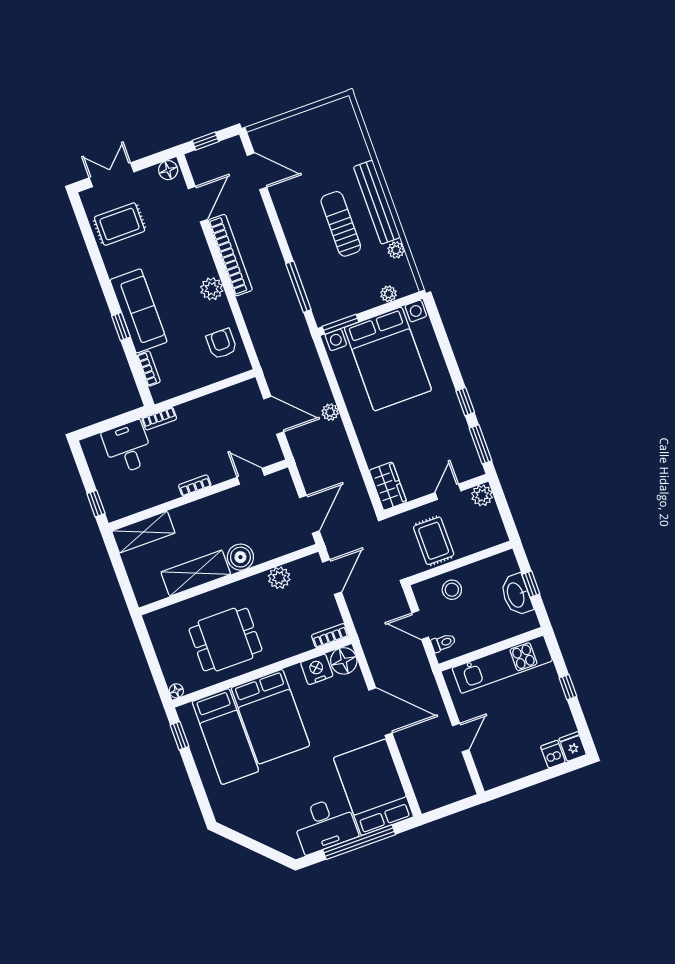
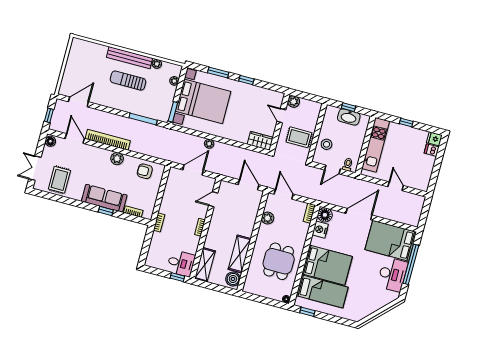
window: (481, 444) -> (218, 72), moved
desk: (128, 447) -> (181, 263), moved, turned 180
boiler: (240, 557) -> (233, 279), moved

